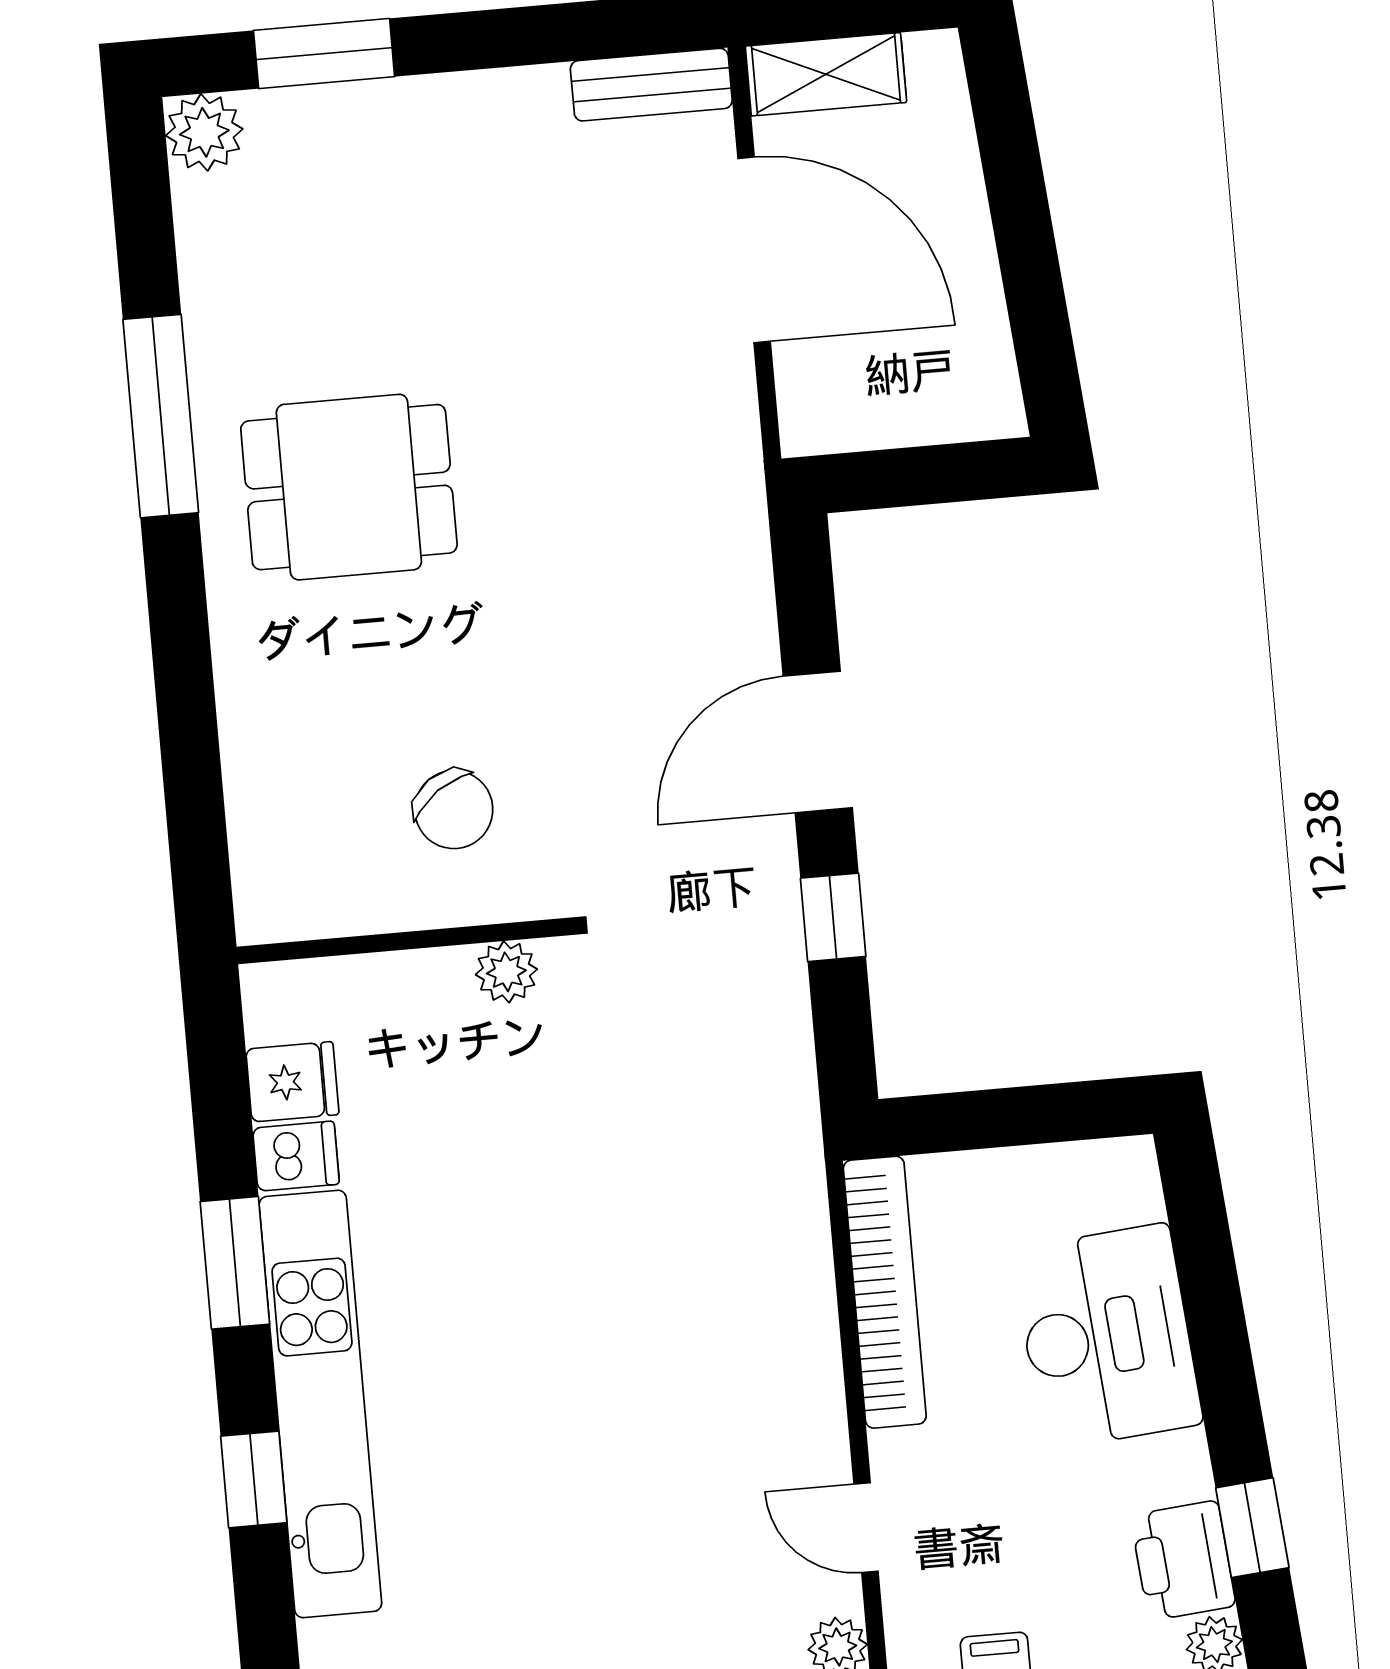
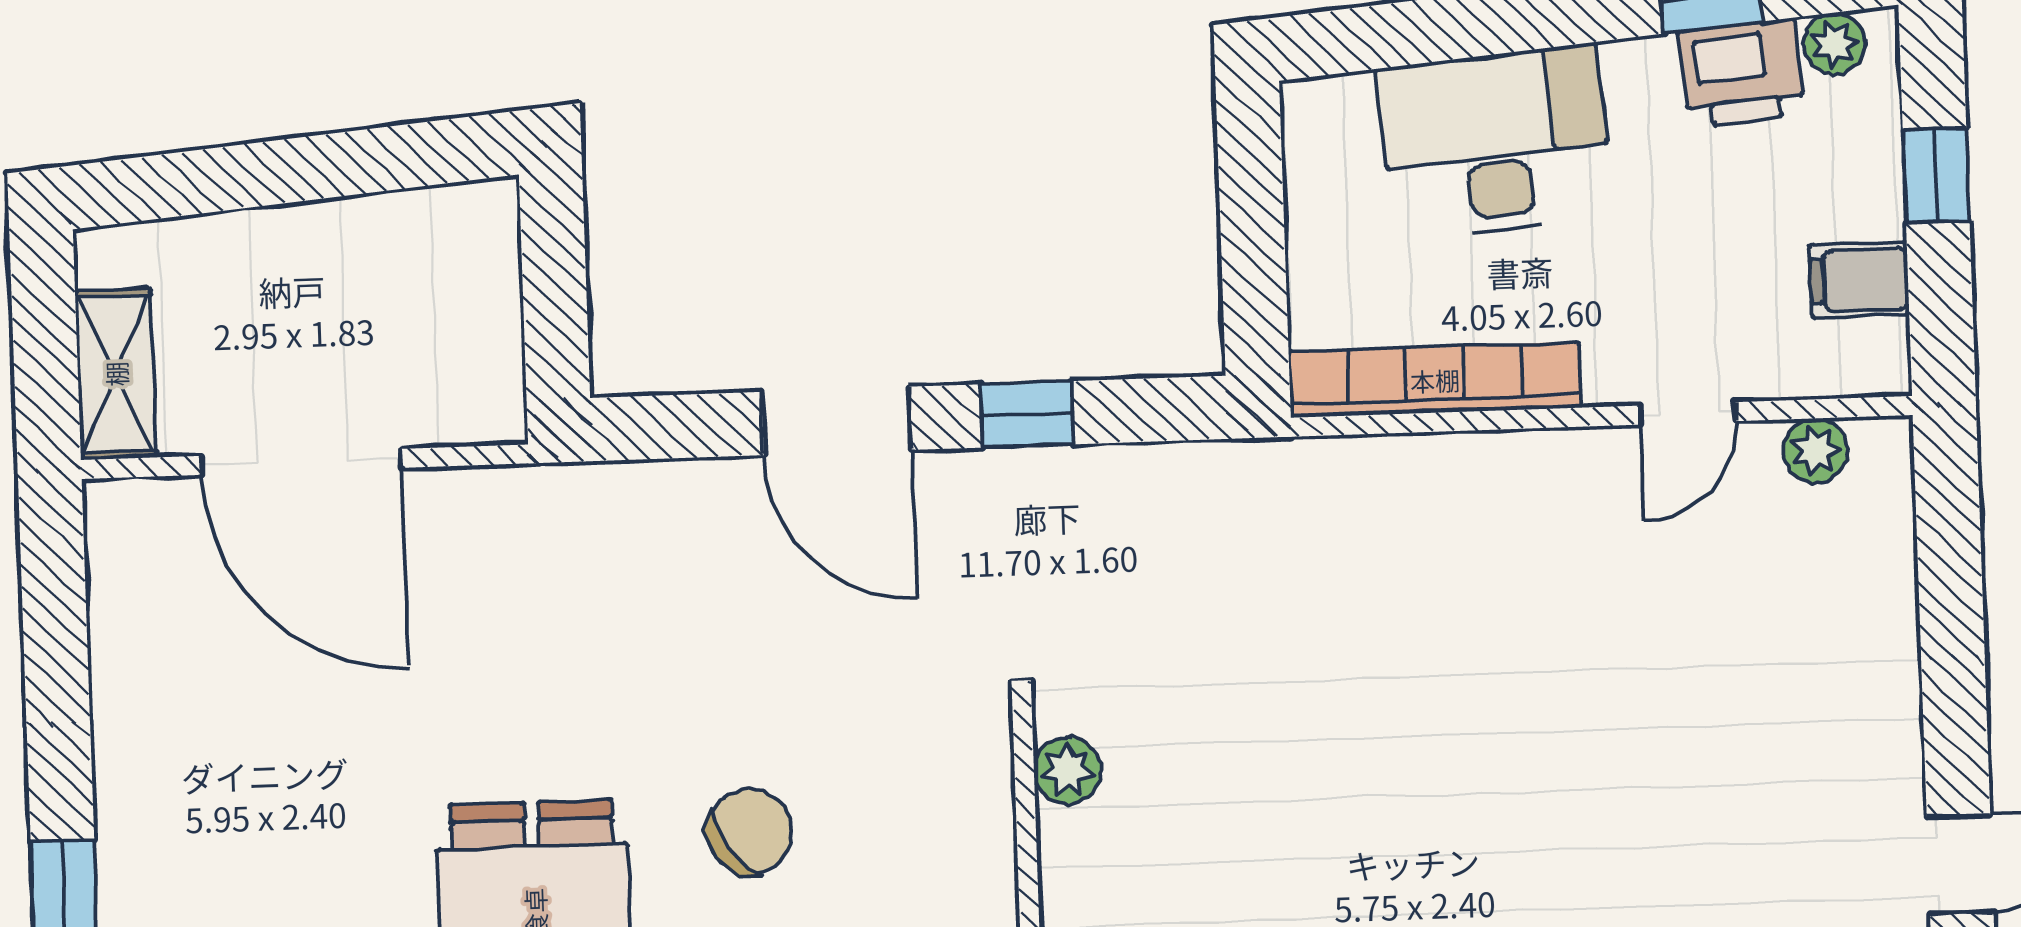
bench: (651, 85) -> (117, 564), removed
door: (754, 250) -> (301, 462), swing flipped
chair: (454, 810) -> (750, 832), moved

